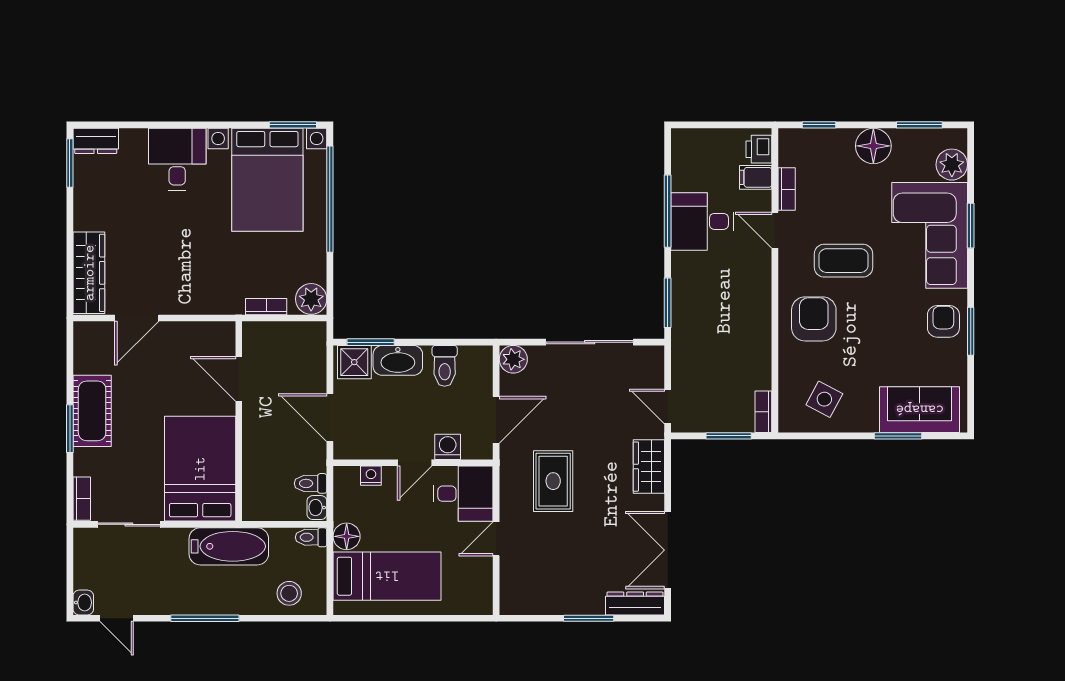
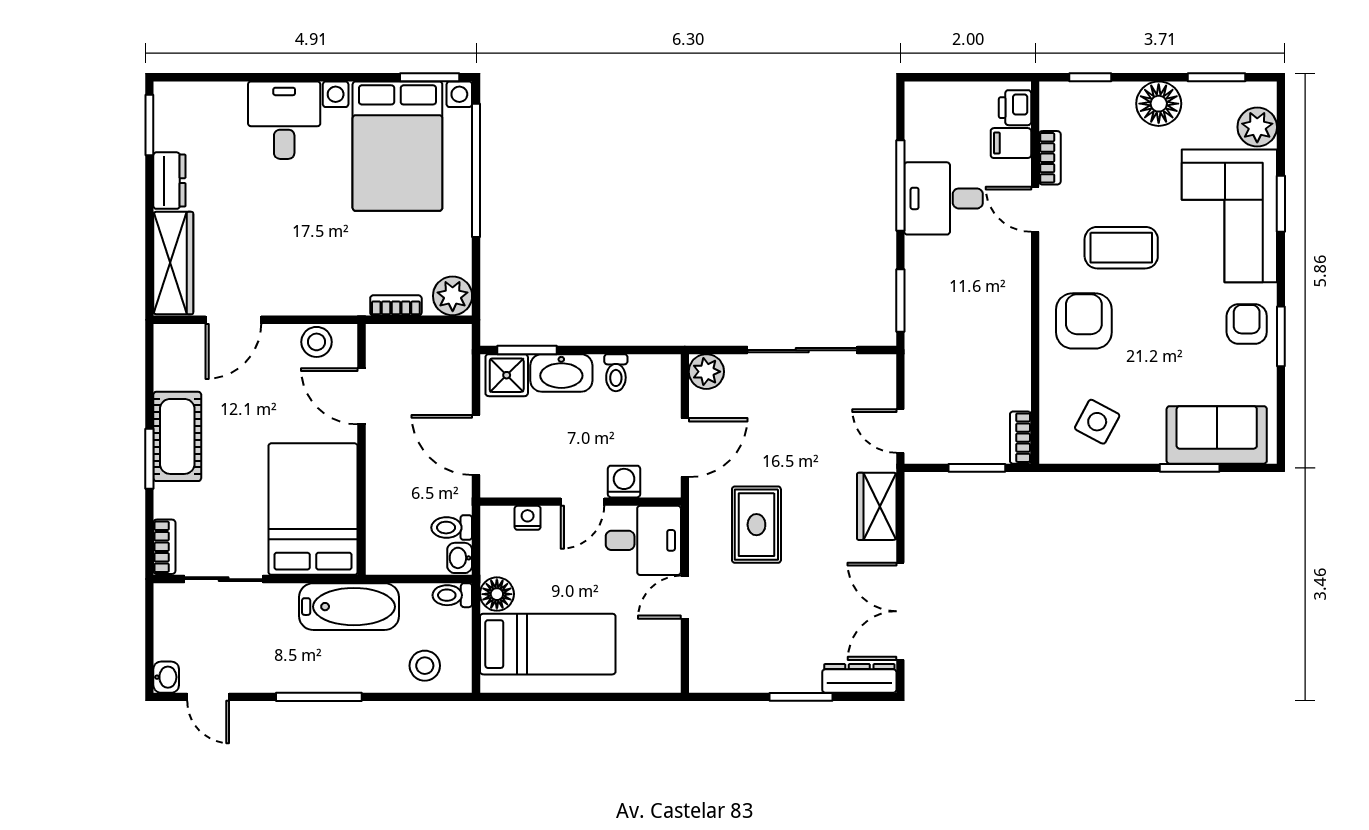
dresser: (96, 141) -> (169, 181), moved, turned -90
stool: (203, 336) -> (317, 342), added
toilet: (445, 366) -> (616, 373), width x0.73, depth x0.72

